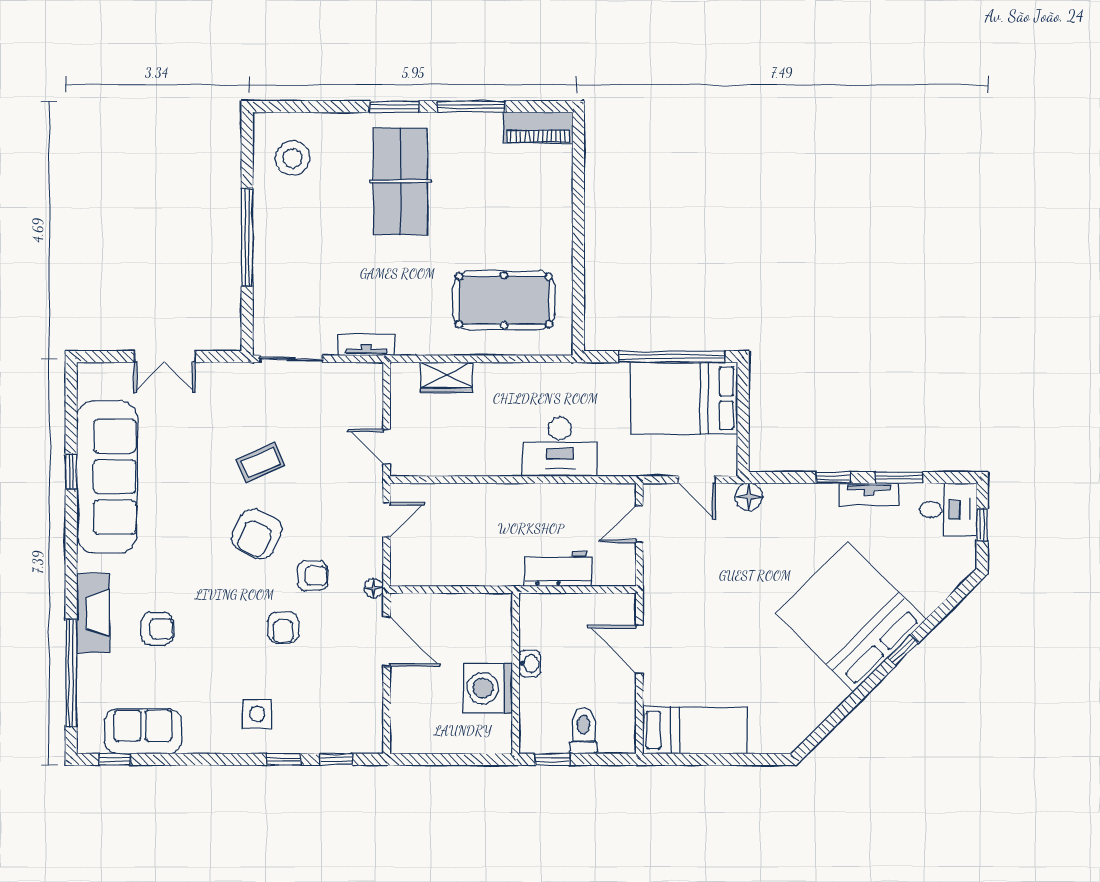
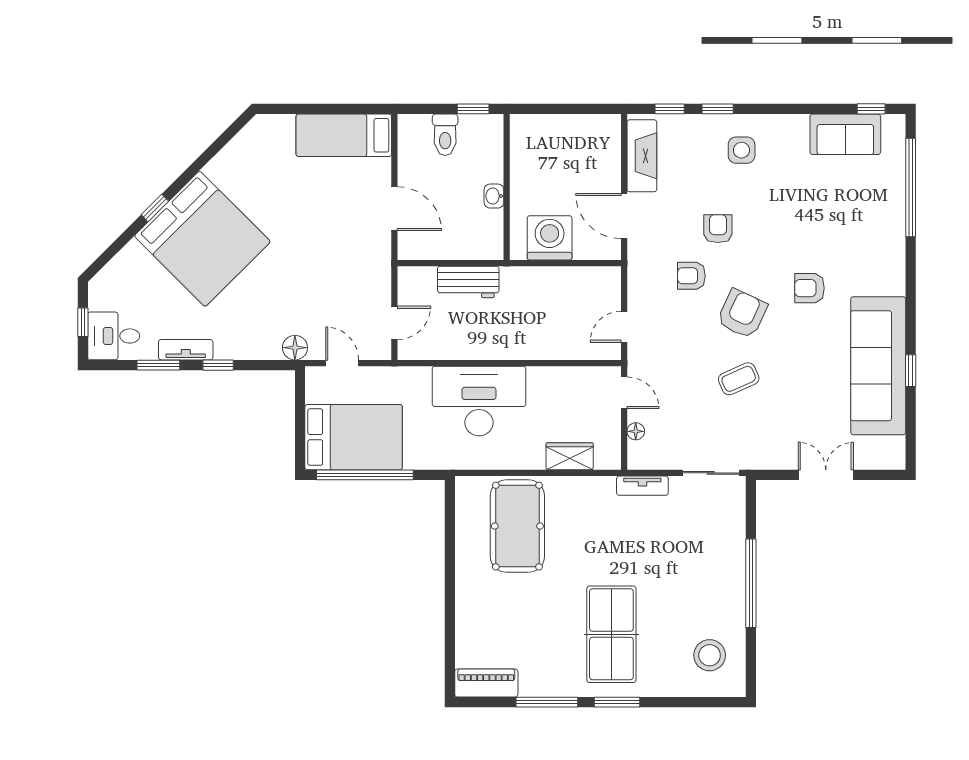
pool table: (504, 300) -> (517, 526), turned 90
desk: (560, 447) -> (479, 401), width x1.36, depth x1.30
floor lamp: (374, 588) -> (636, 431), moved
fireplace: (93, 613) -> (642, 156), moved, turned 180
armchair: (157, 629) -> (810, 288), moved
washing machine: (488, 688) -> (550, 238), moved, turned -90

